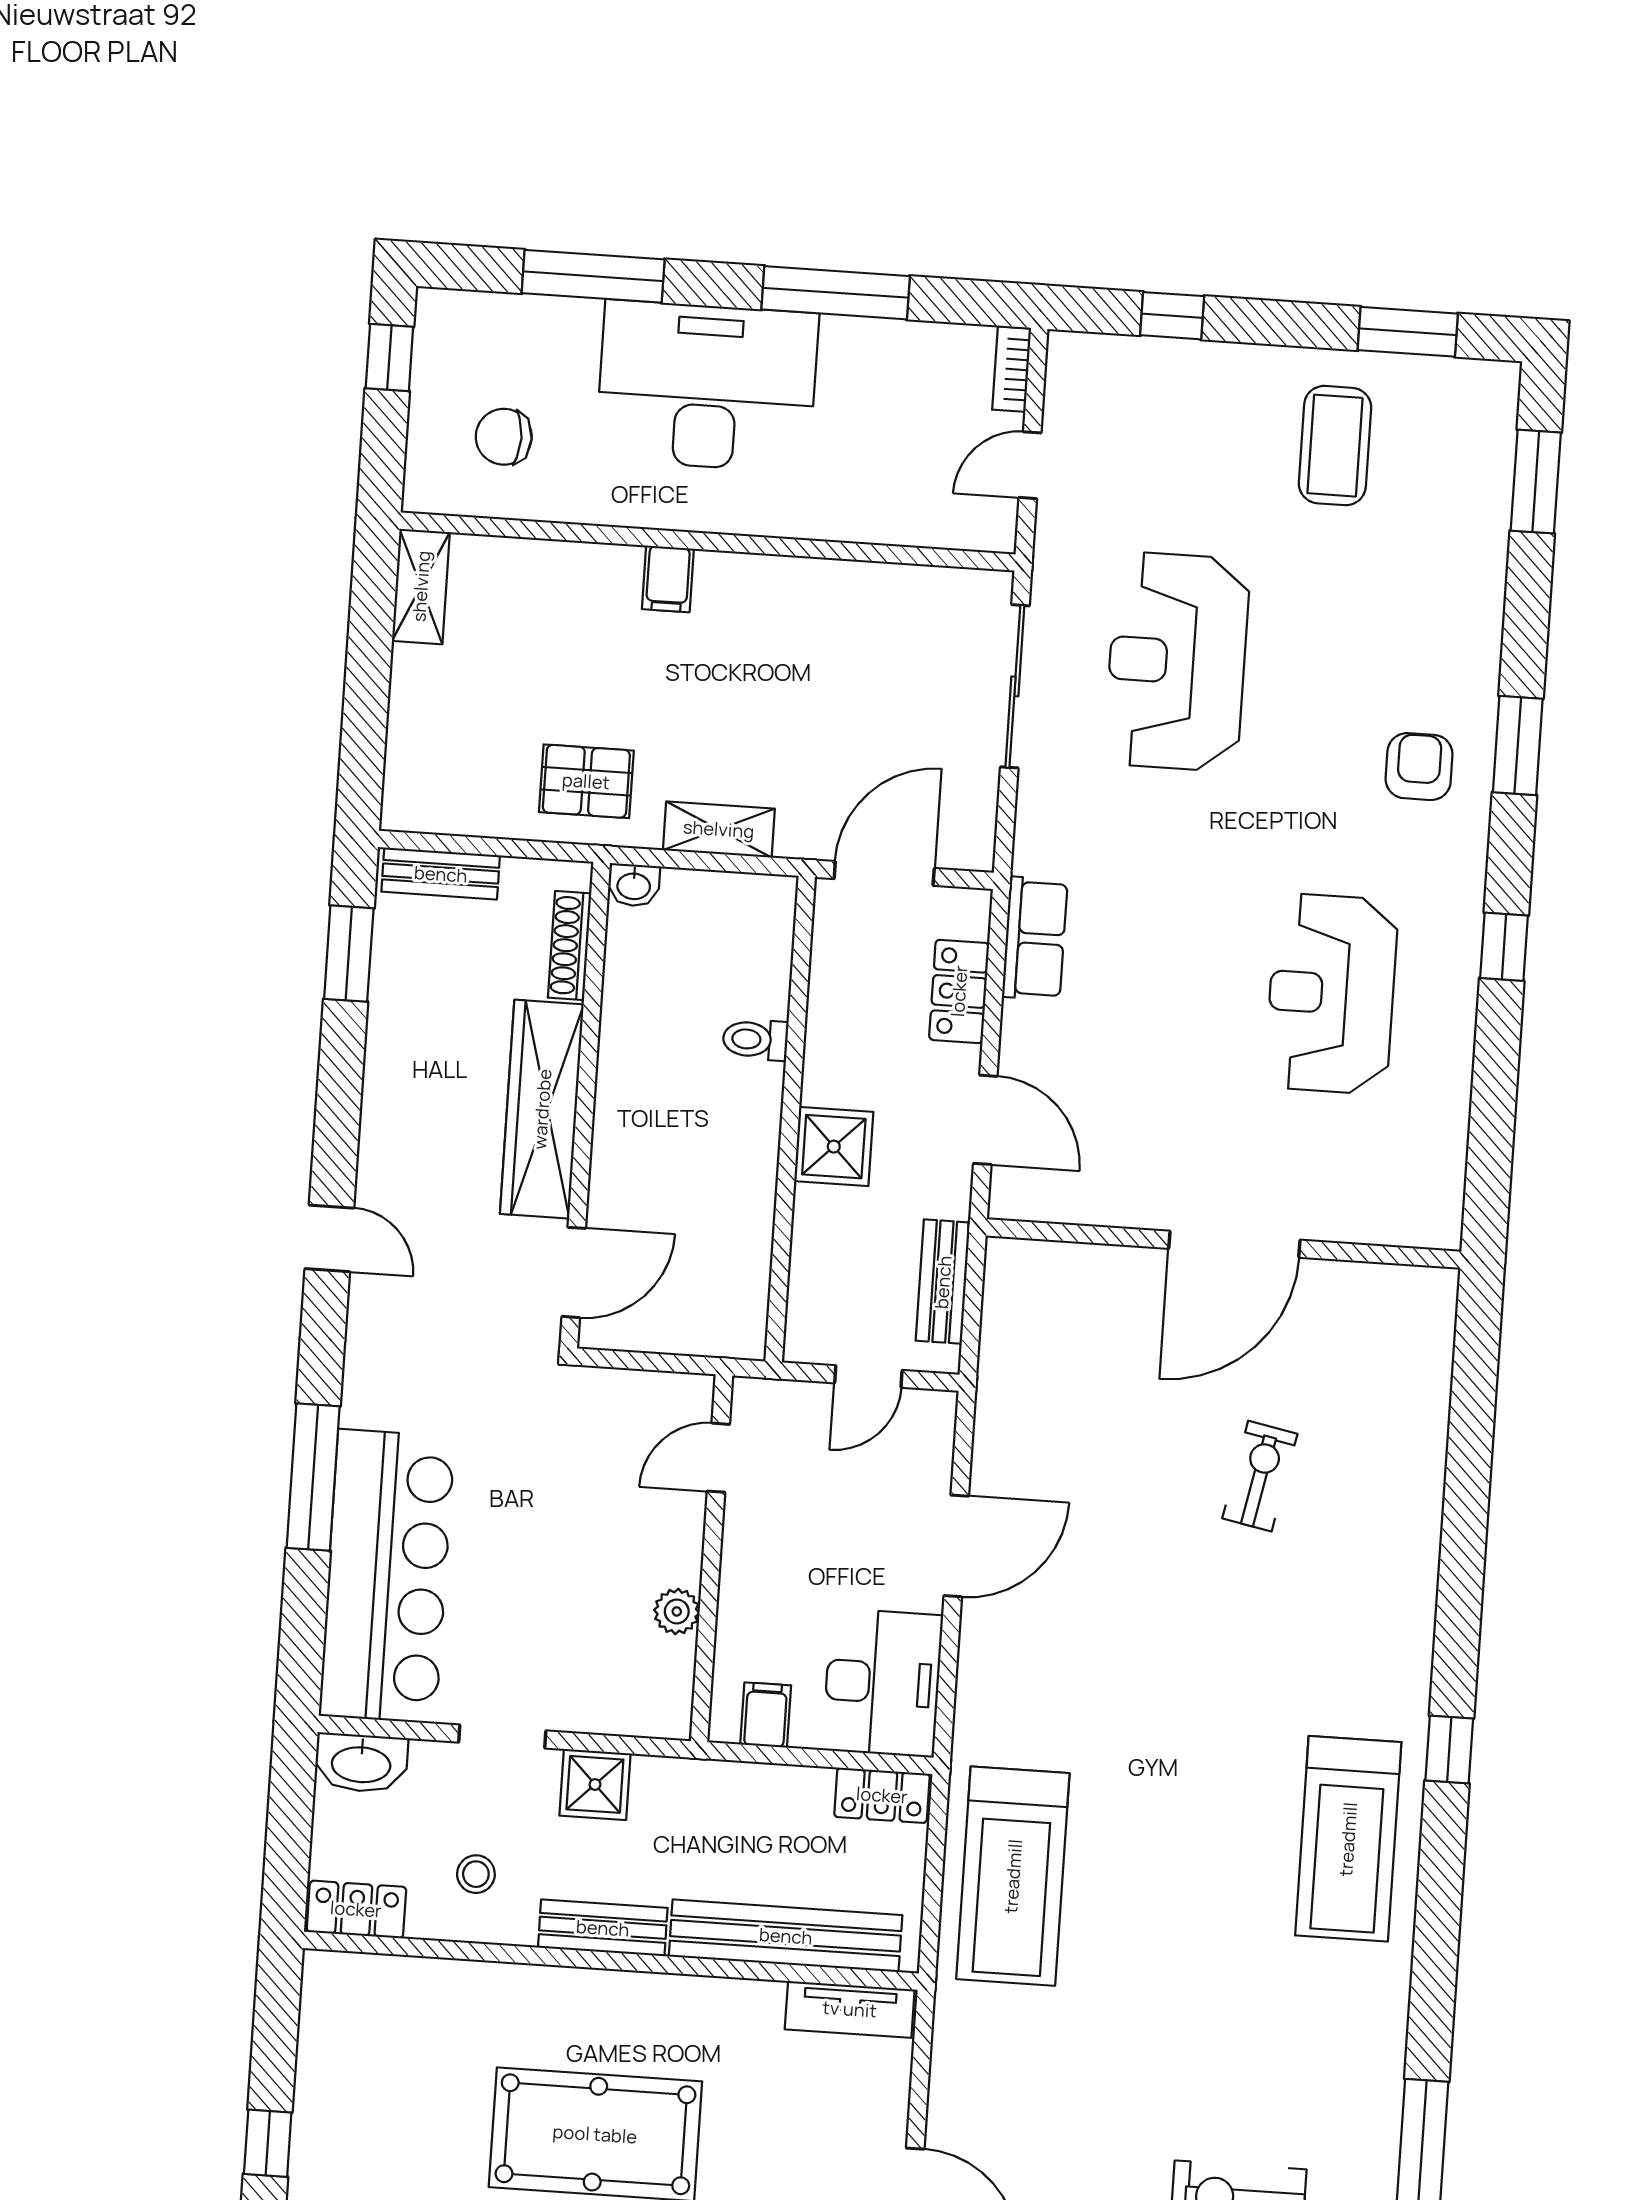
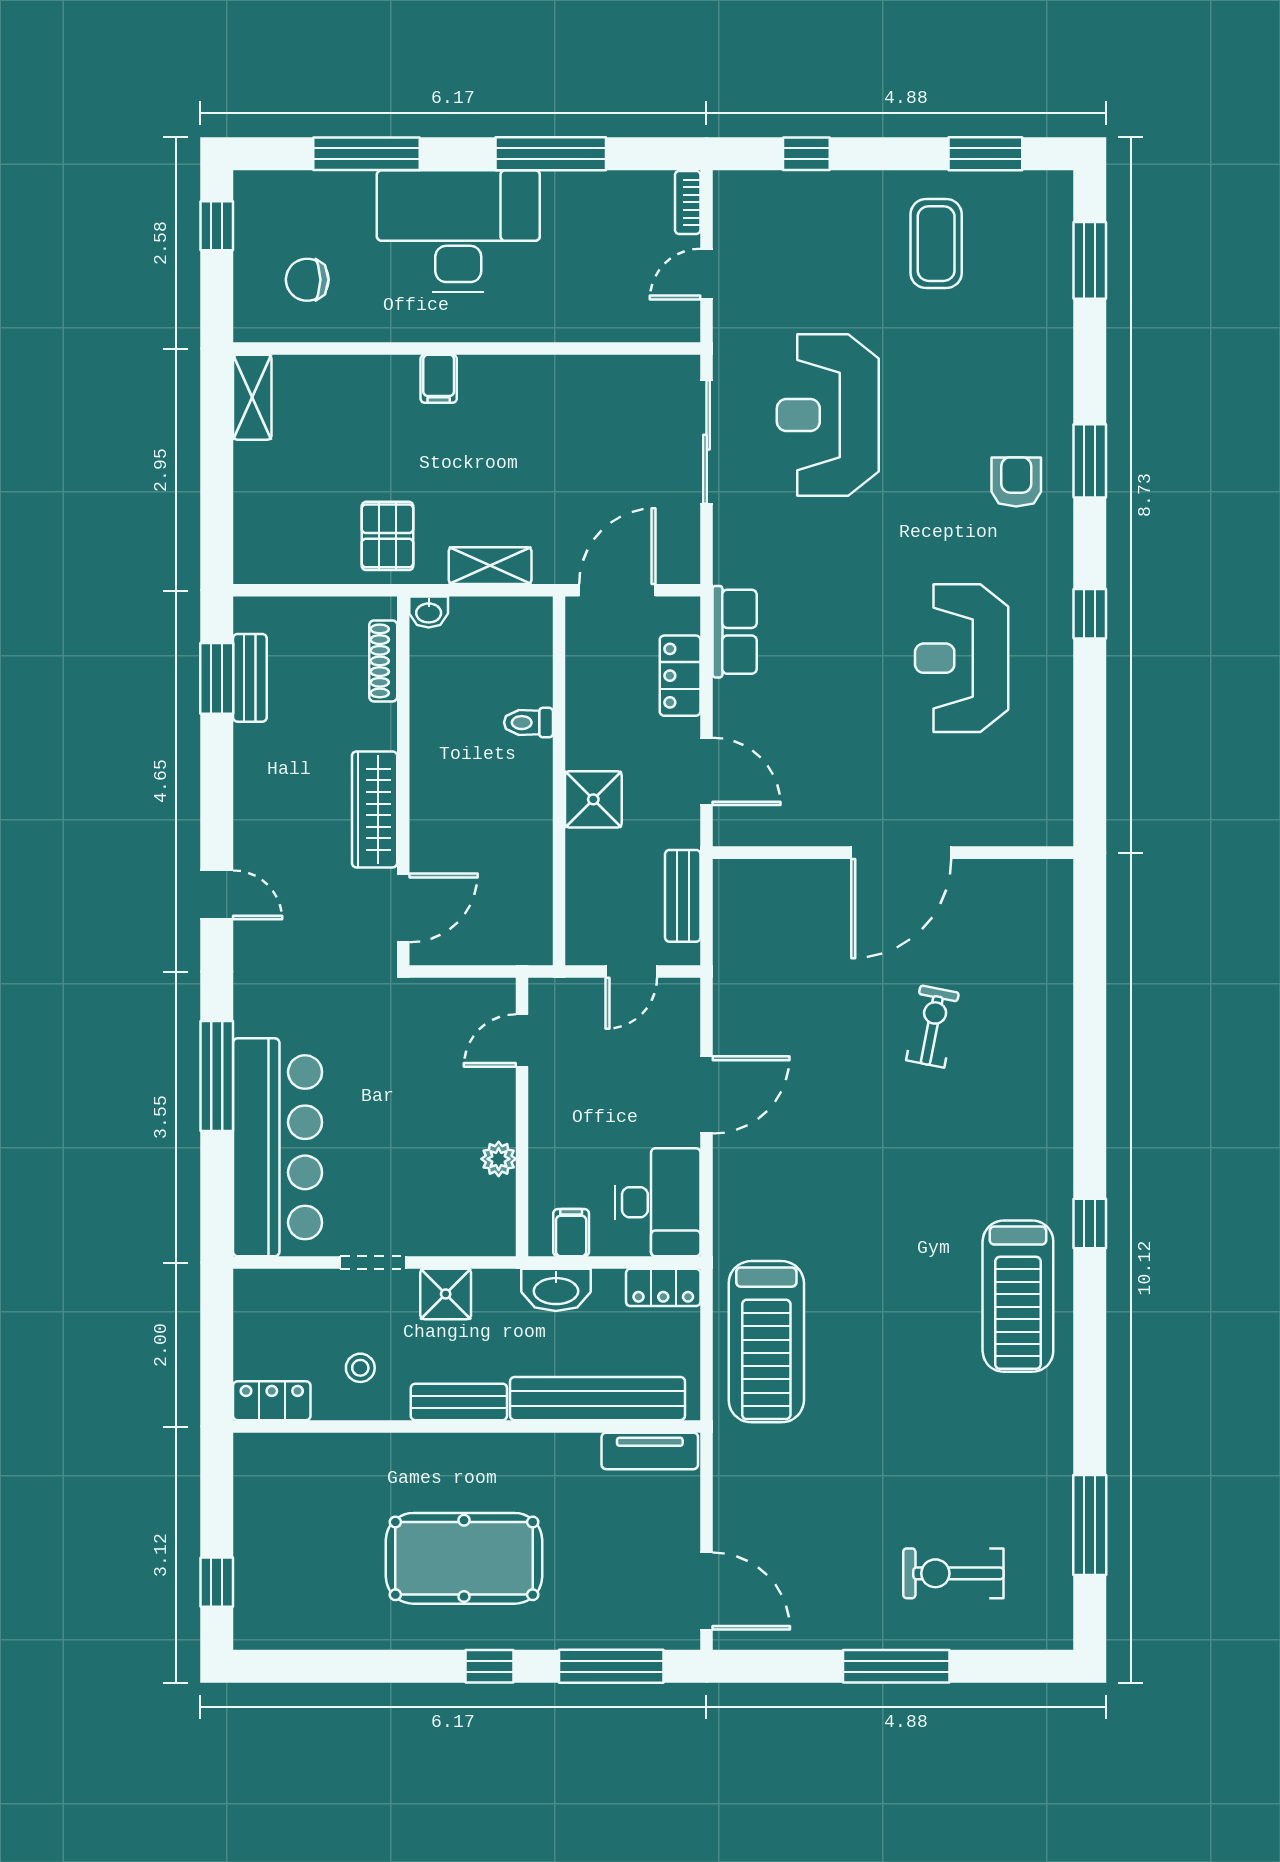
pallet: (586, 781) -> (387, 536), turned 90
bench: (441, 874) -> (250, 678), moved, turned 90
wardrobe: (542, 1109) -> (375, 809), width x0.71, depth x0.85
washbasin: (361, 1763) -> (556, 1290), moved

